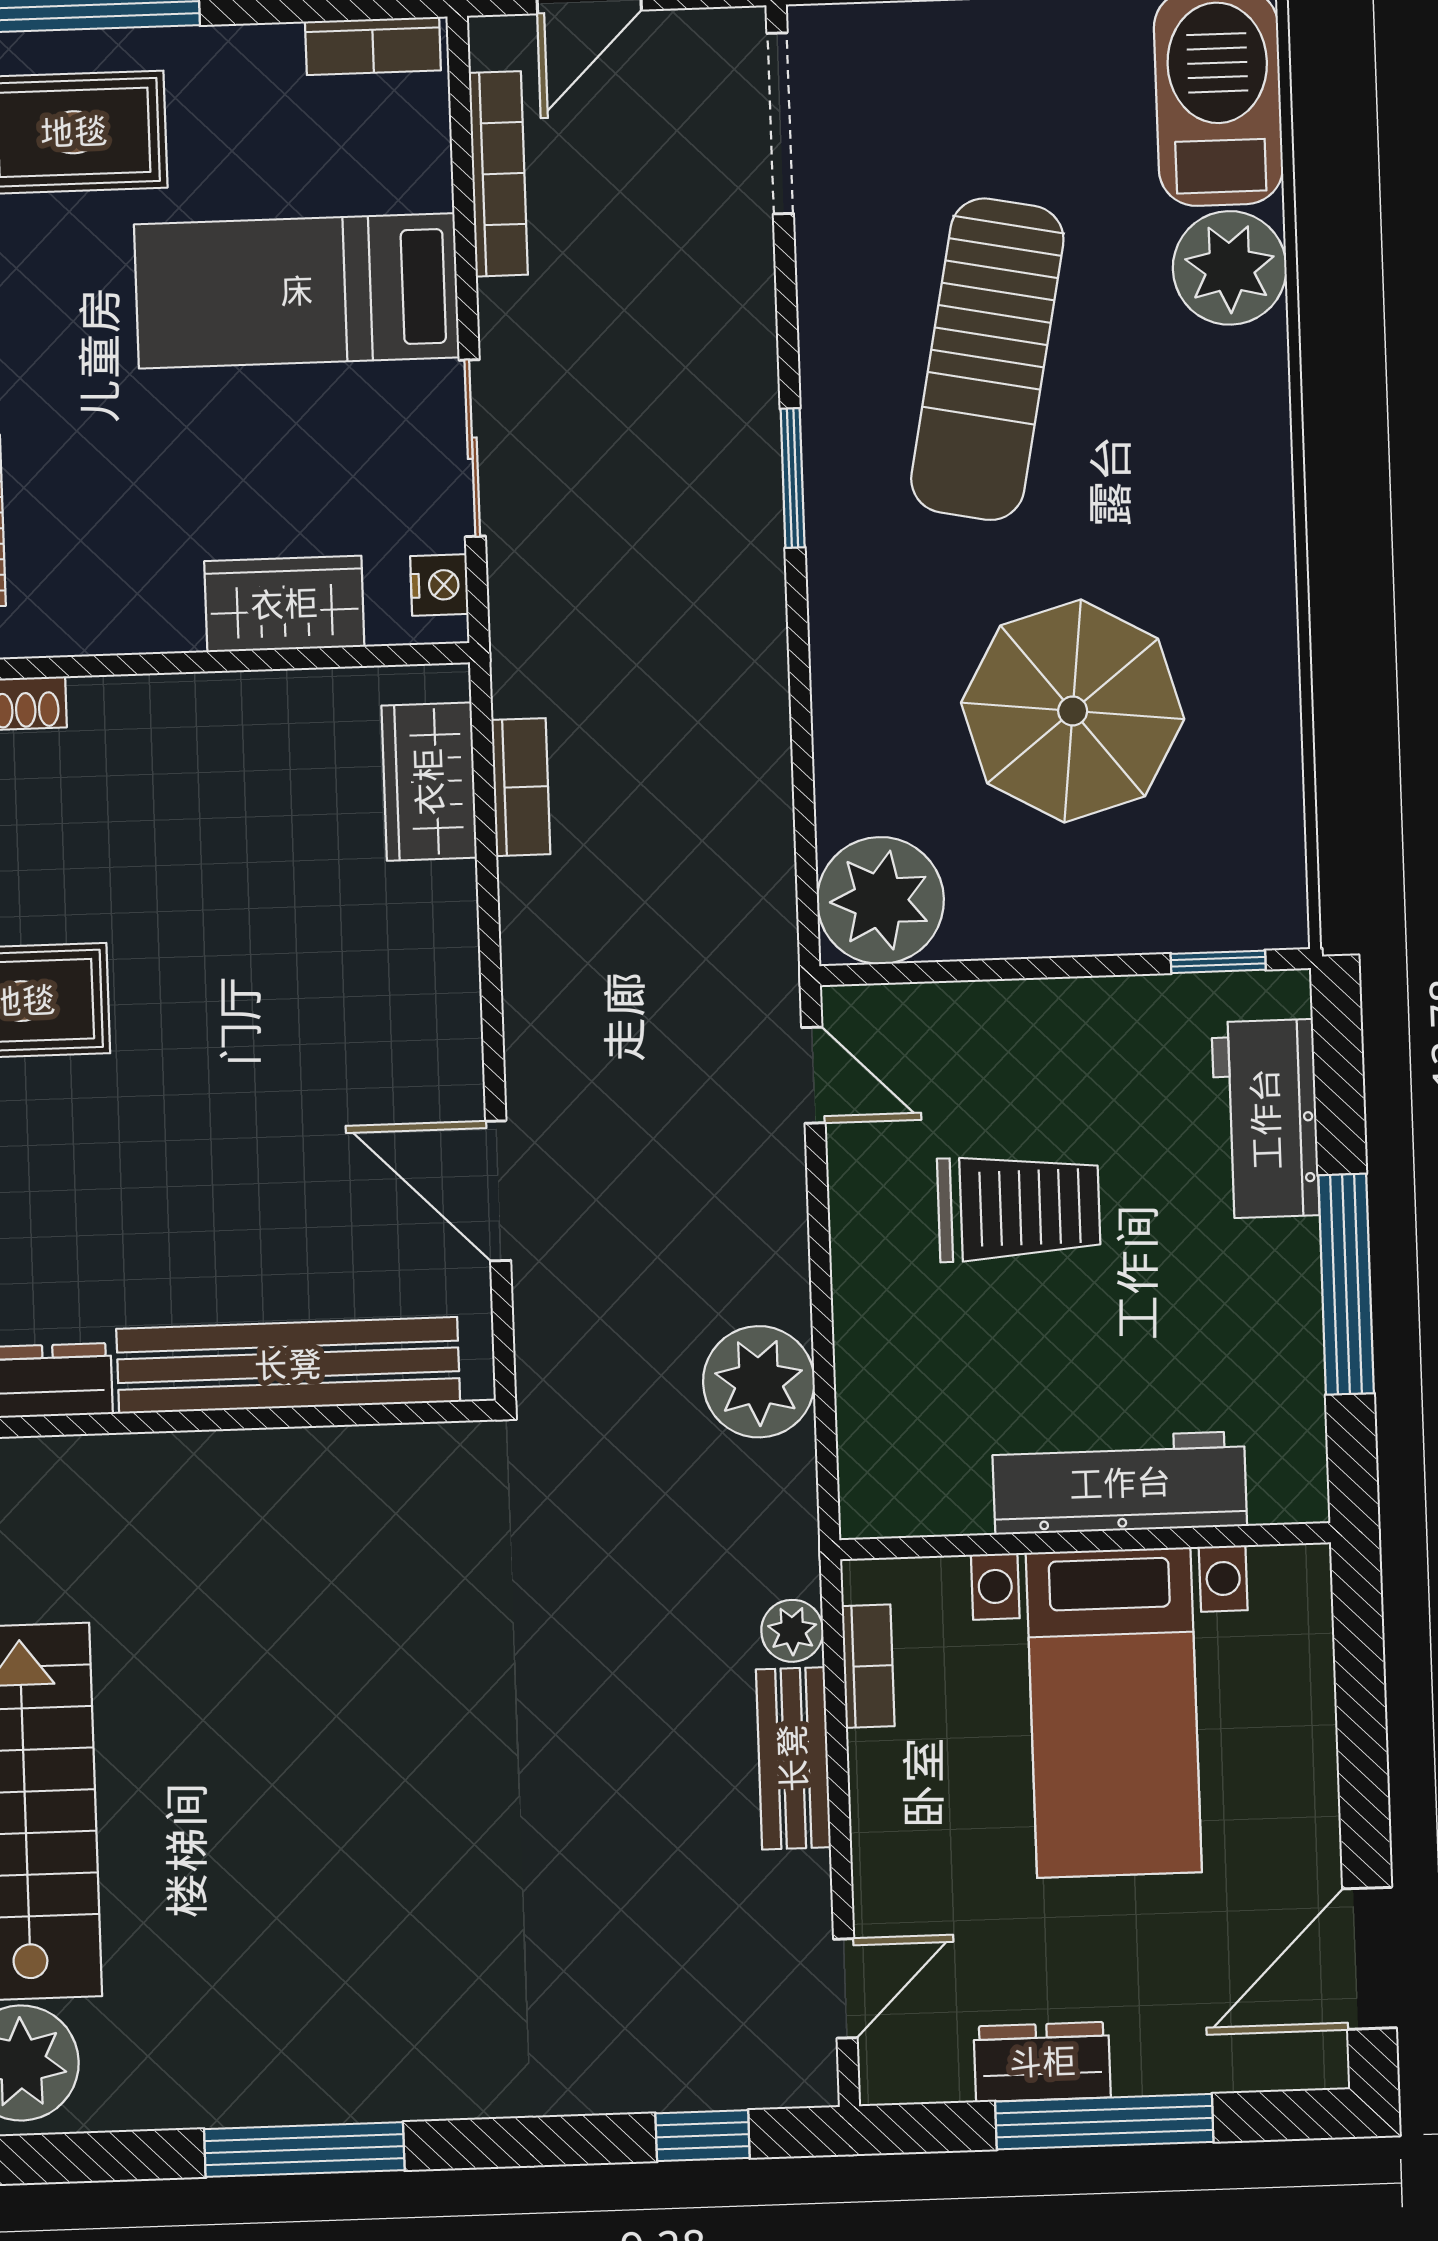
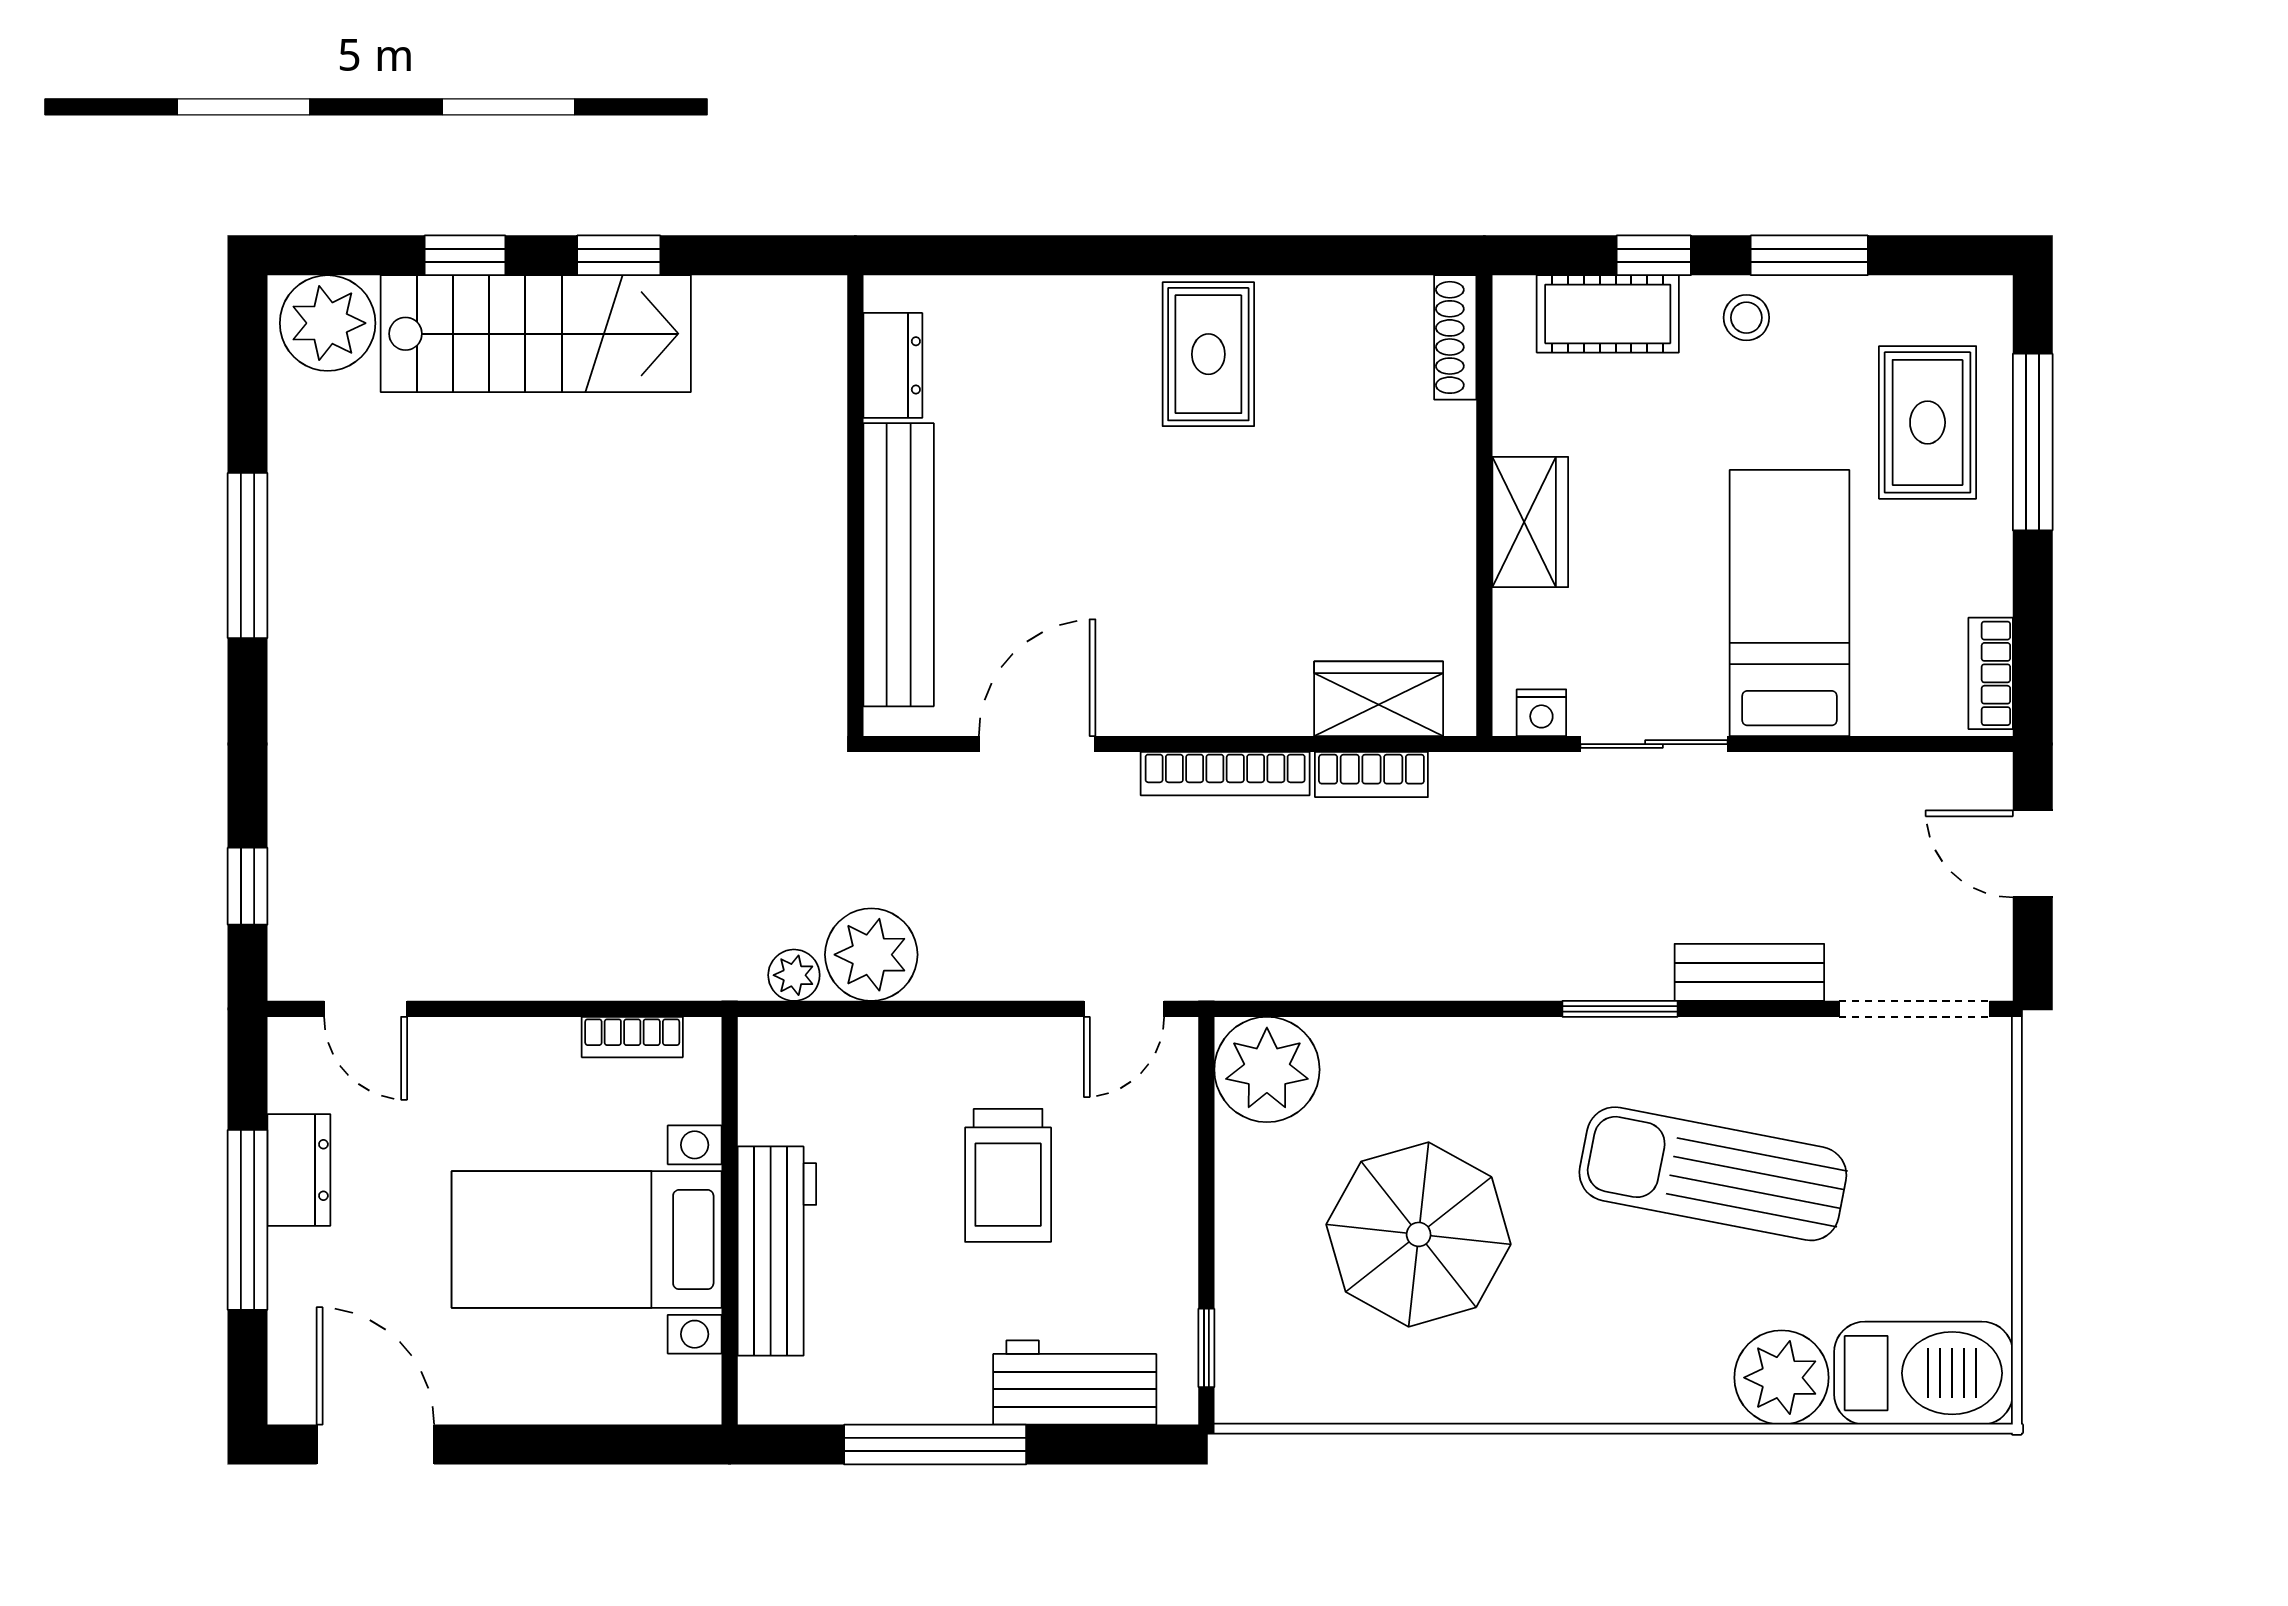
bookcase: (498, 174) -> (1225, 774), moved
wardrobe: (284, 604) -> (1530, 522), moved
plant: (792, 1631) -> (794, 975), moved
bench: (793, 1758) -> (1749, 972), moved

